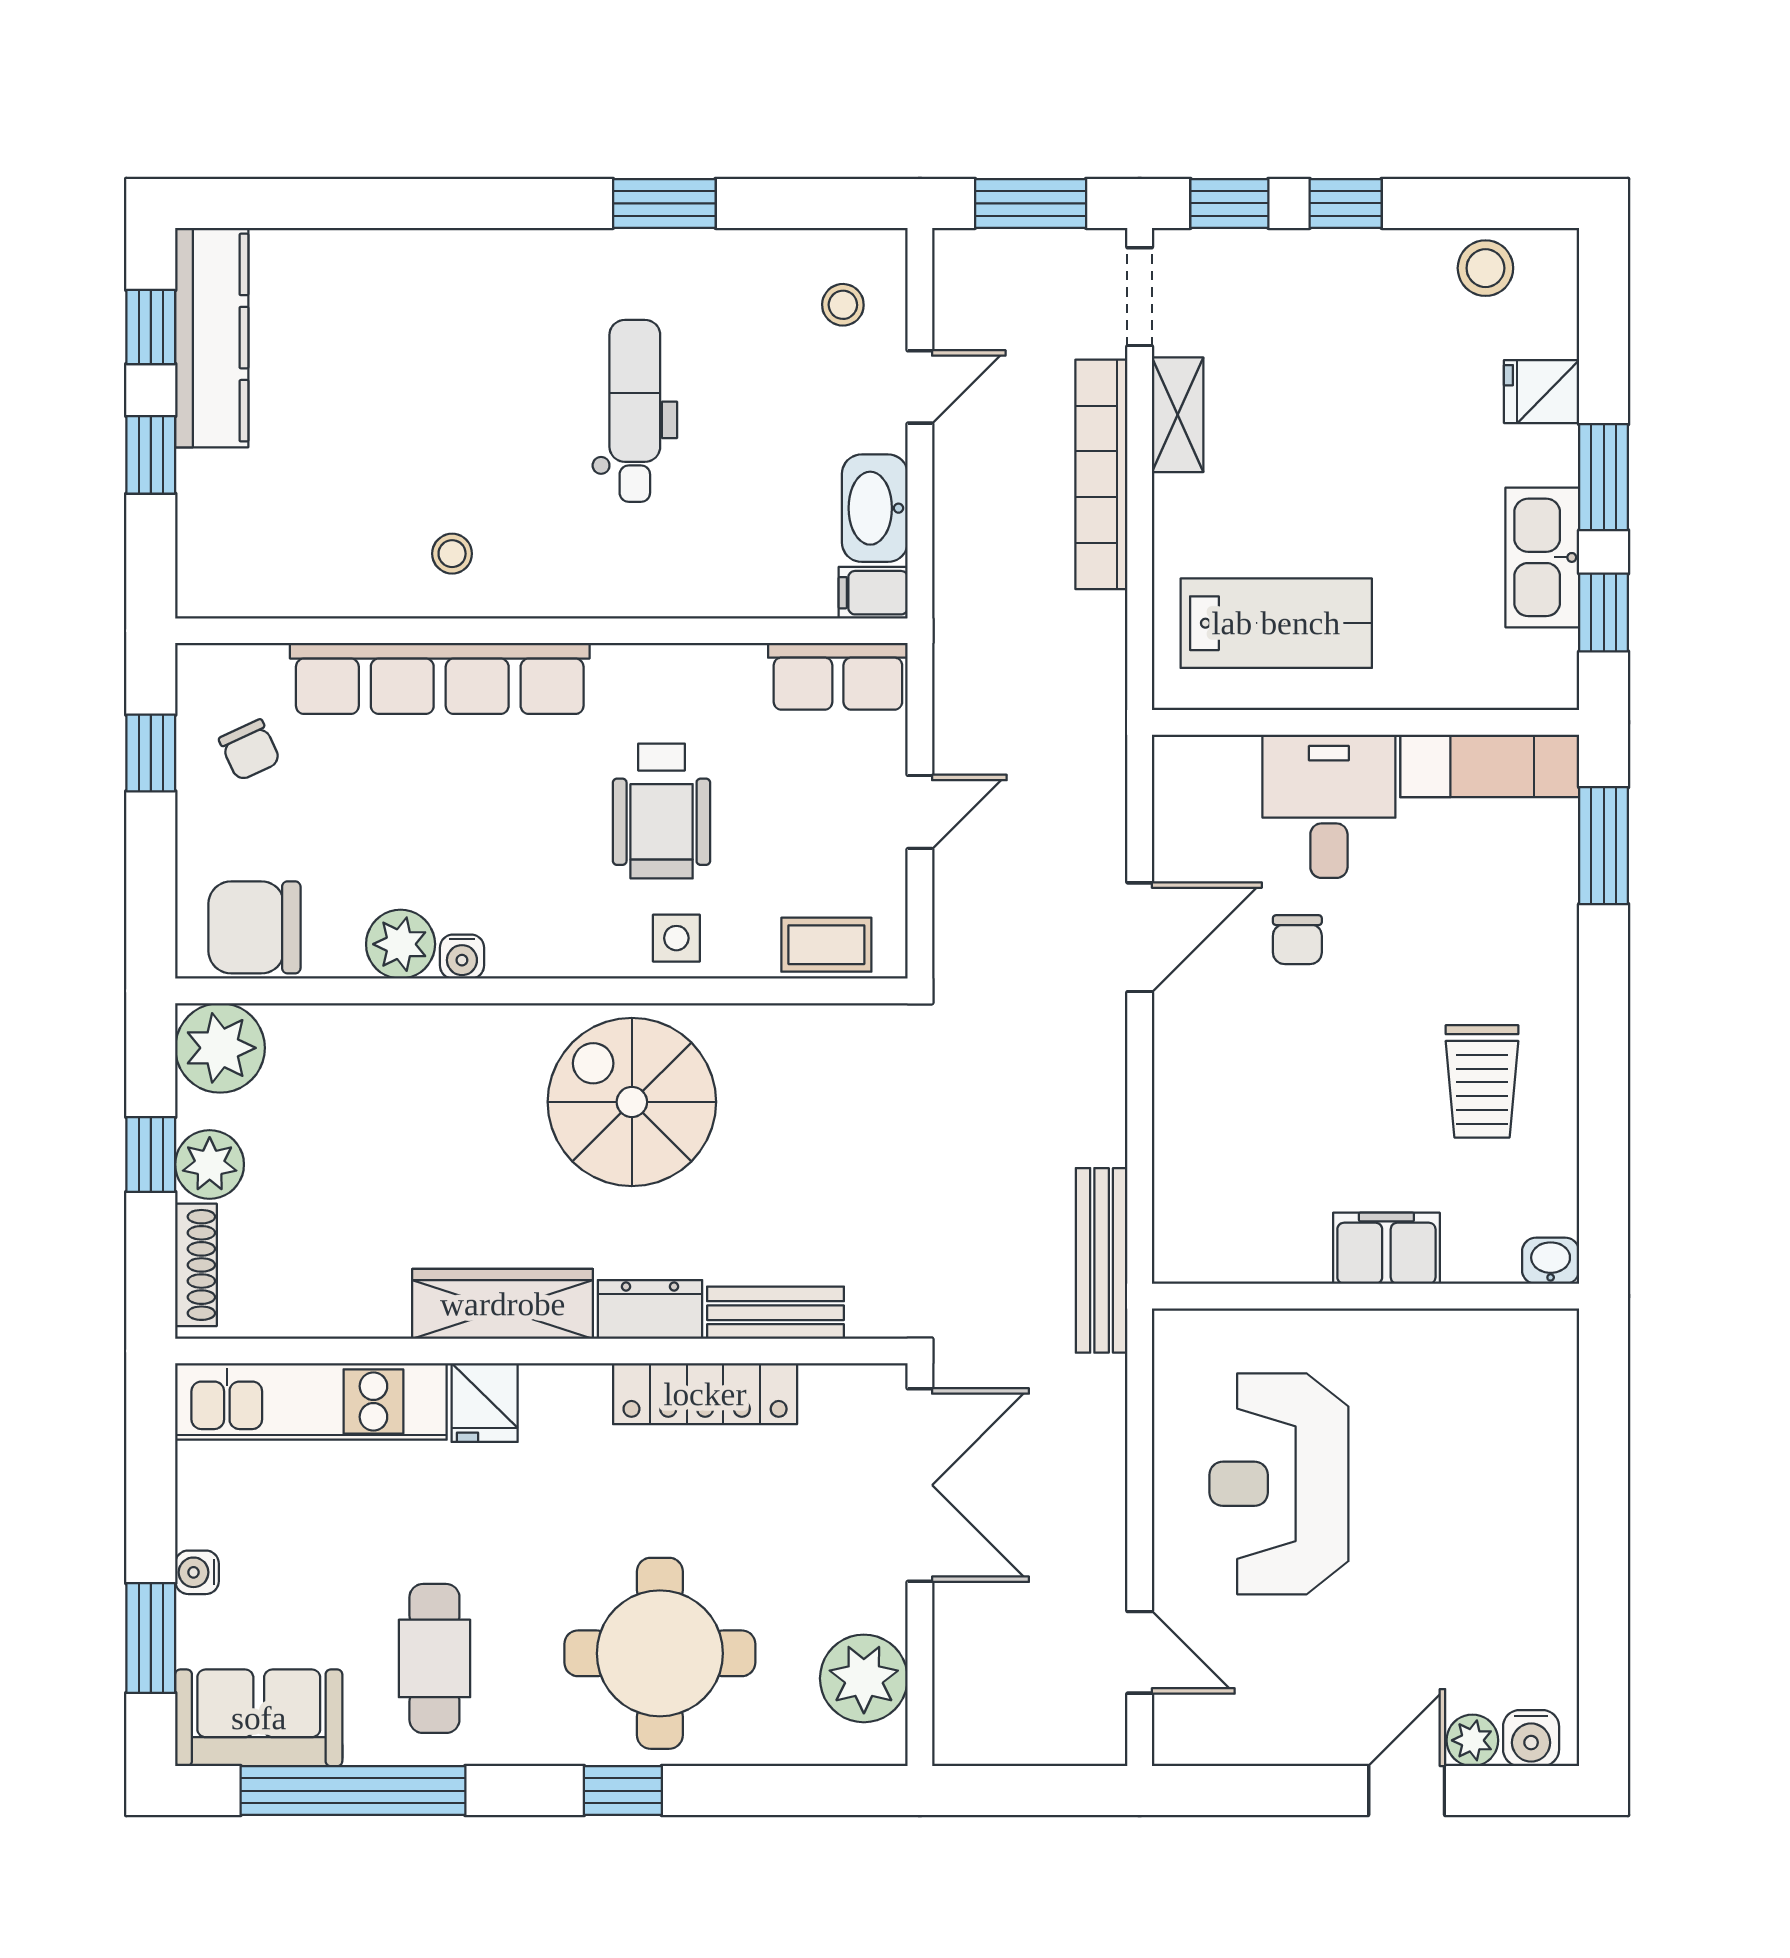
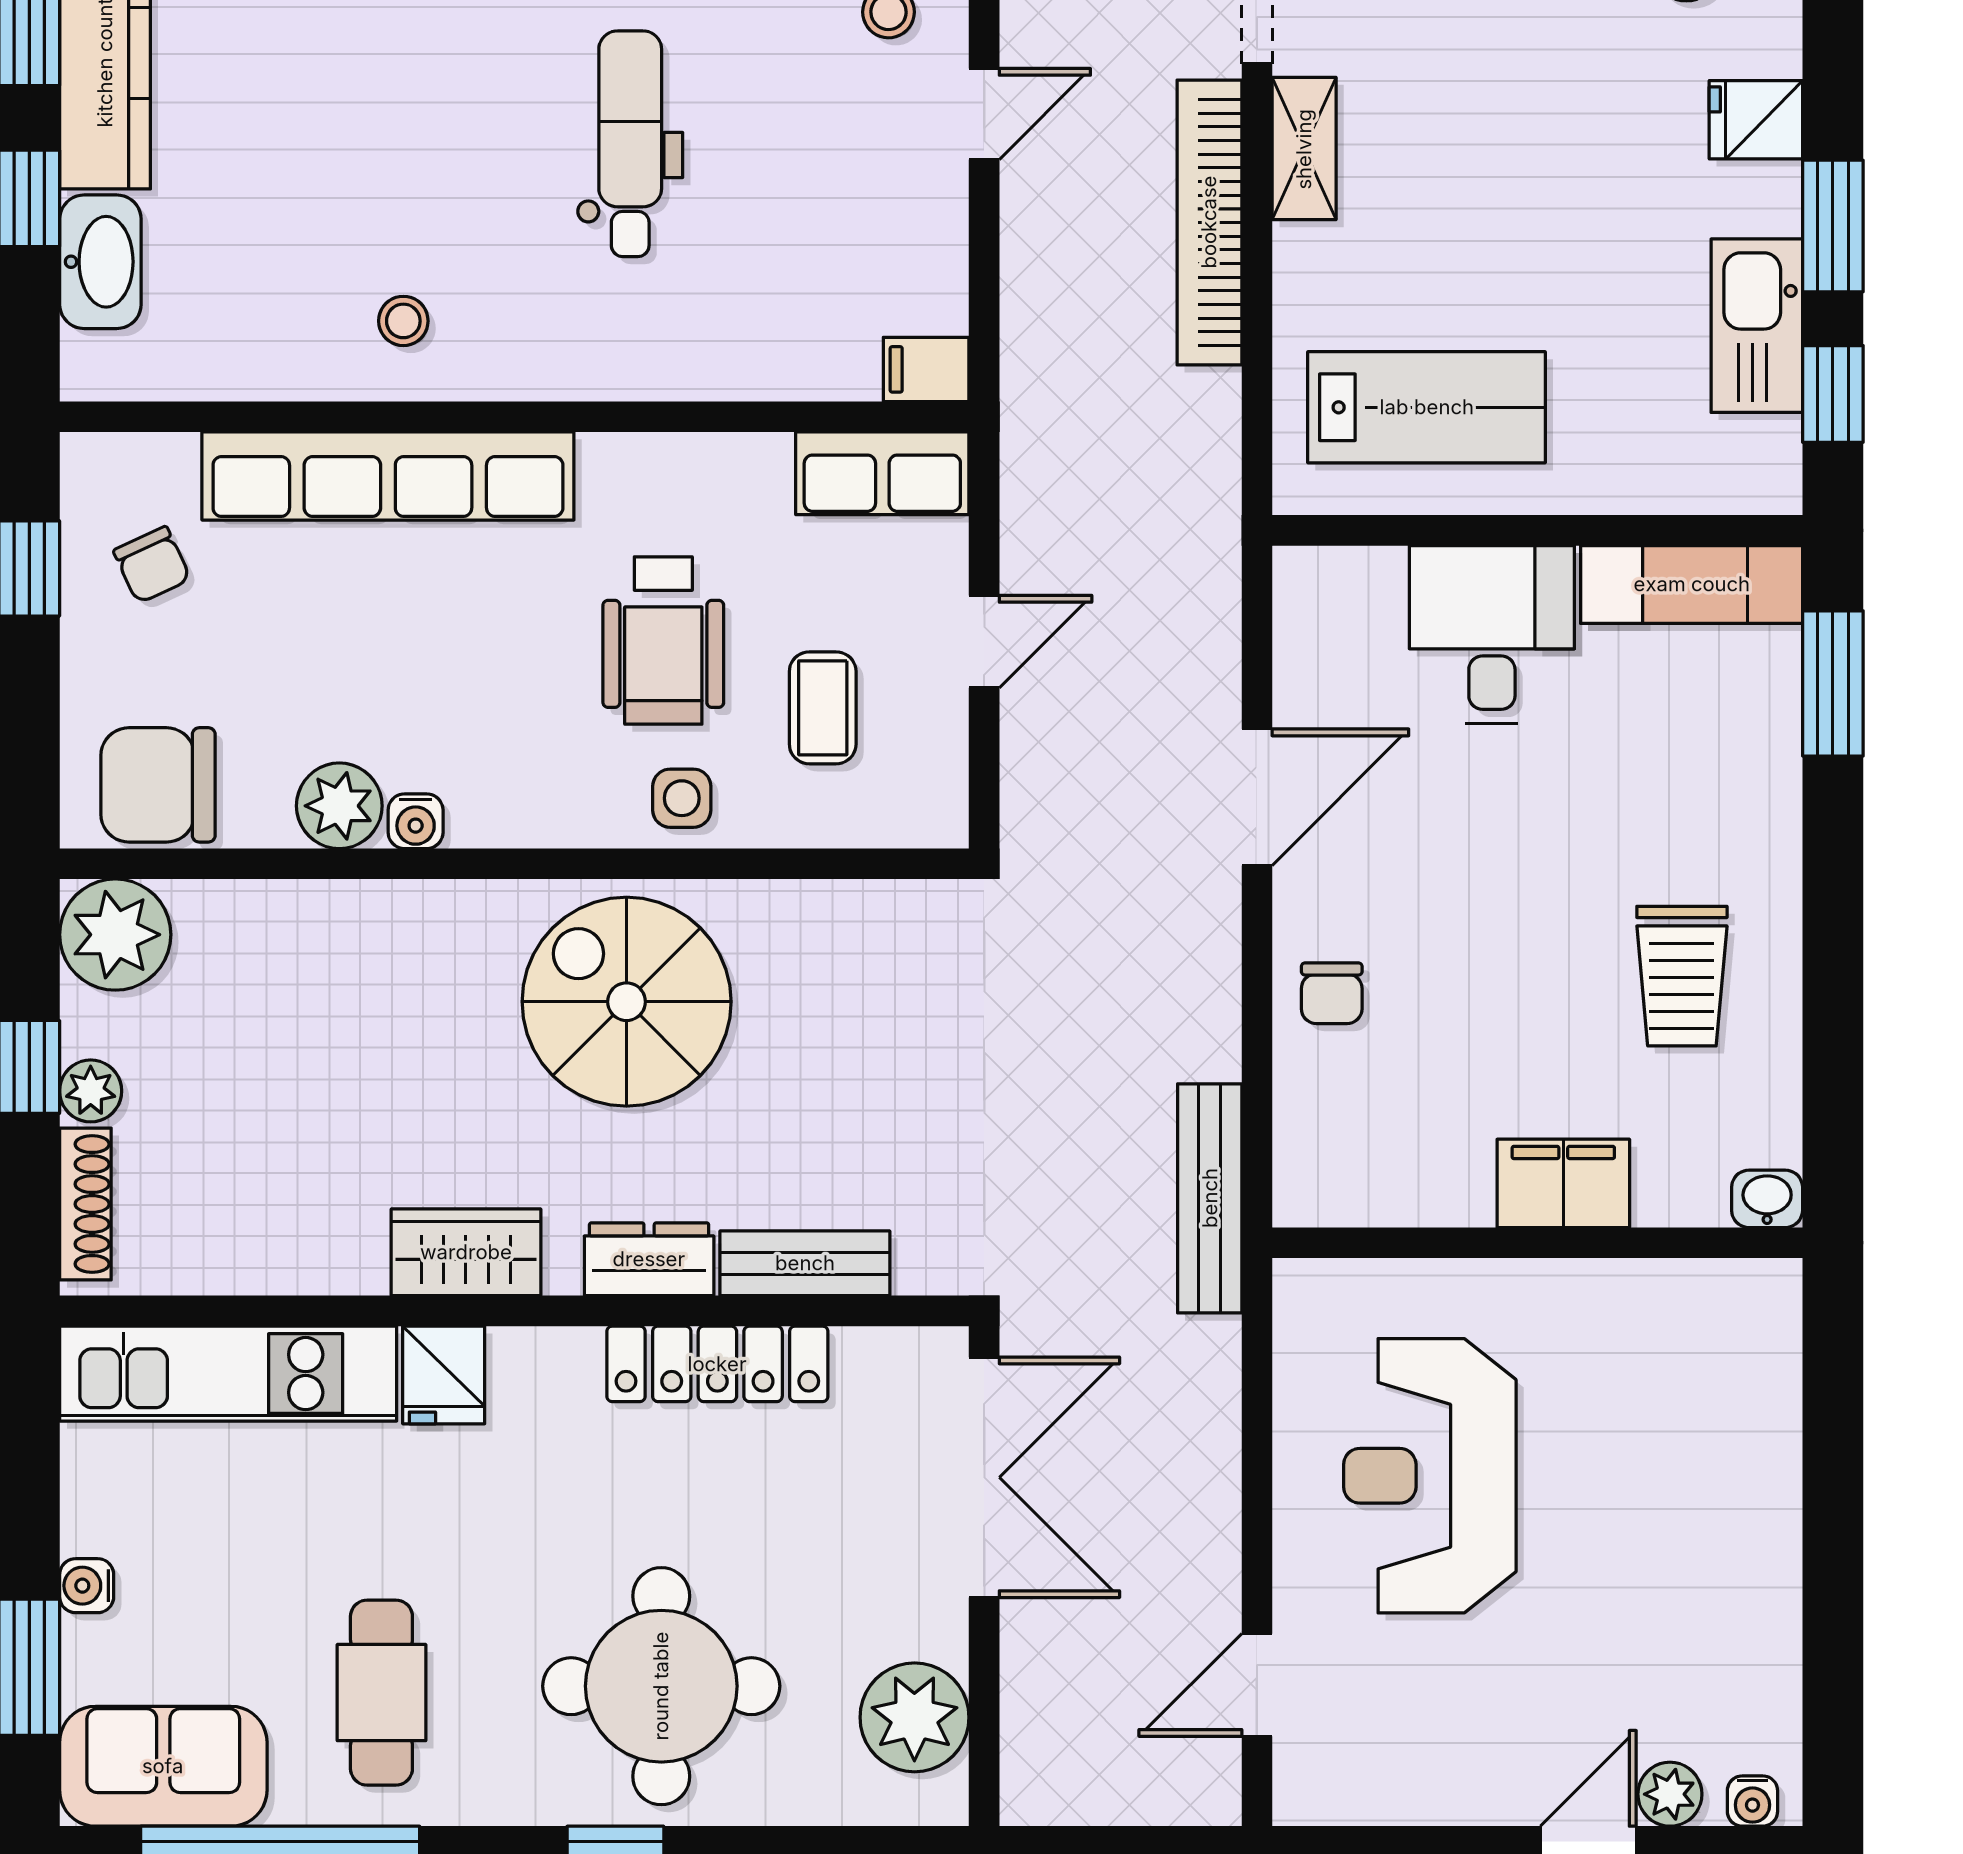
washbasin: (875, 508) -> (100, 262), moved, turned 180
chair: (1297, 940) -> (1332, 993), moved
coffee table: (826, 945) -> (823, 708), moved, turned 90
plant: (210, 1164) -> (91, 1091), width x0.73, depth x0.73
wardrobe: (503, 1304) -> (466, 1252), width x0.67
door: (1140, 1652) -> (1257, 1685), swing flipped
water cooler: (1531, 1738) -> (1752, 1801), width x0.72, depth x0.72

